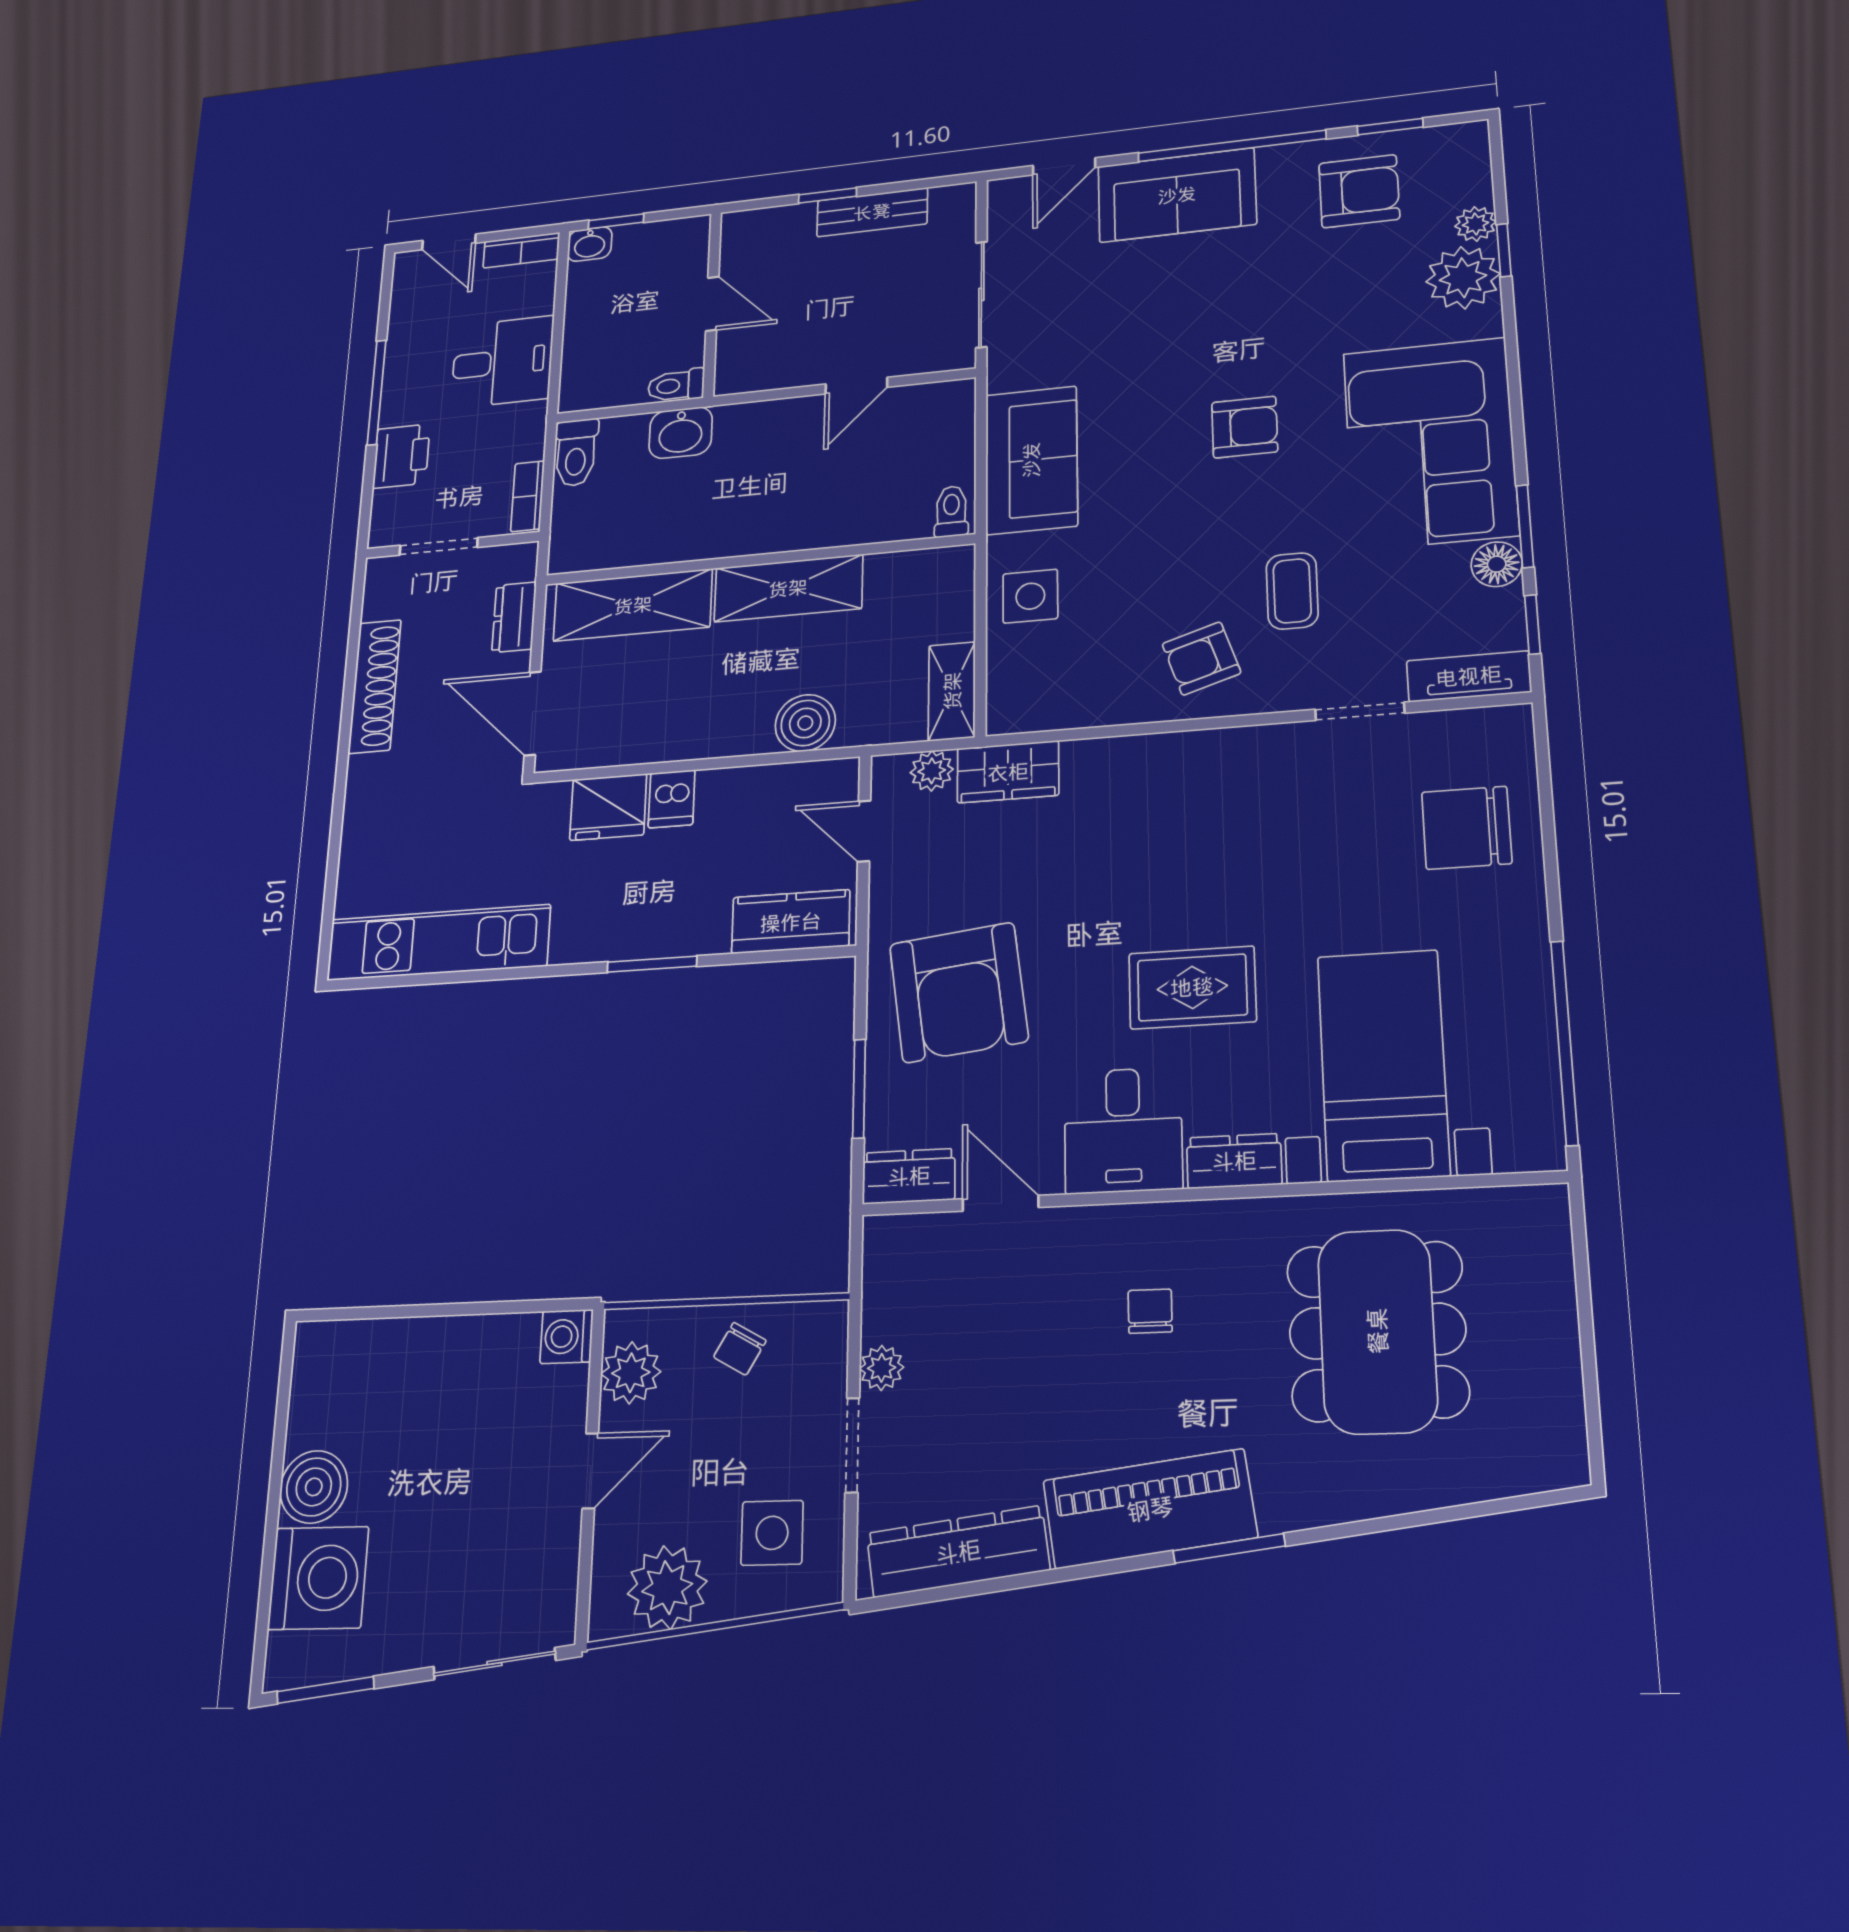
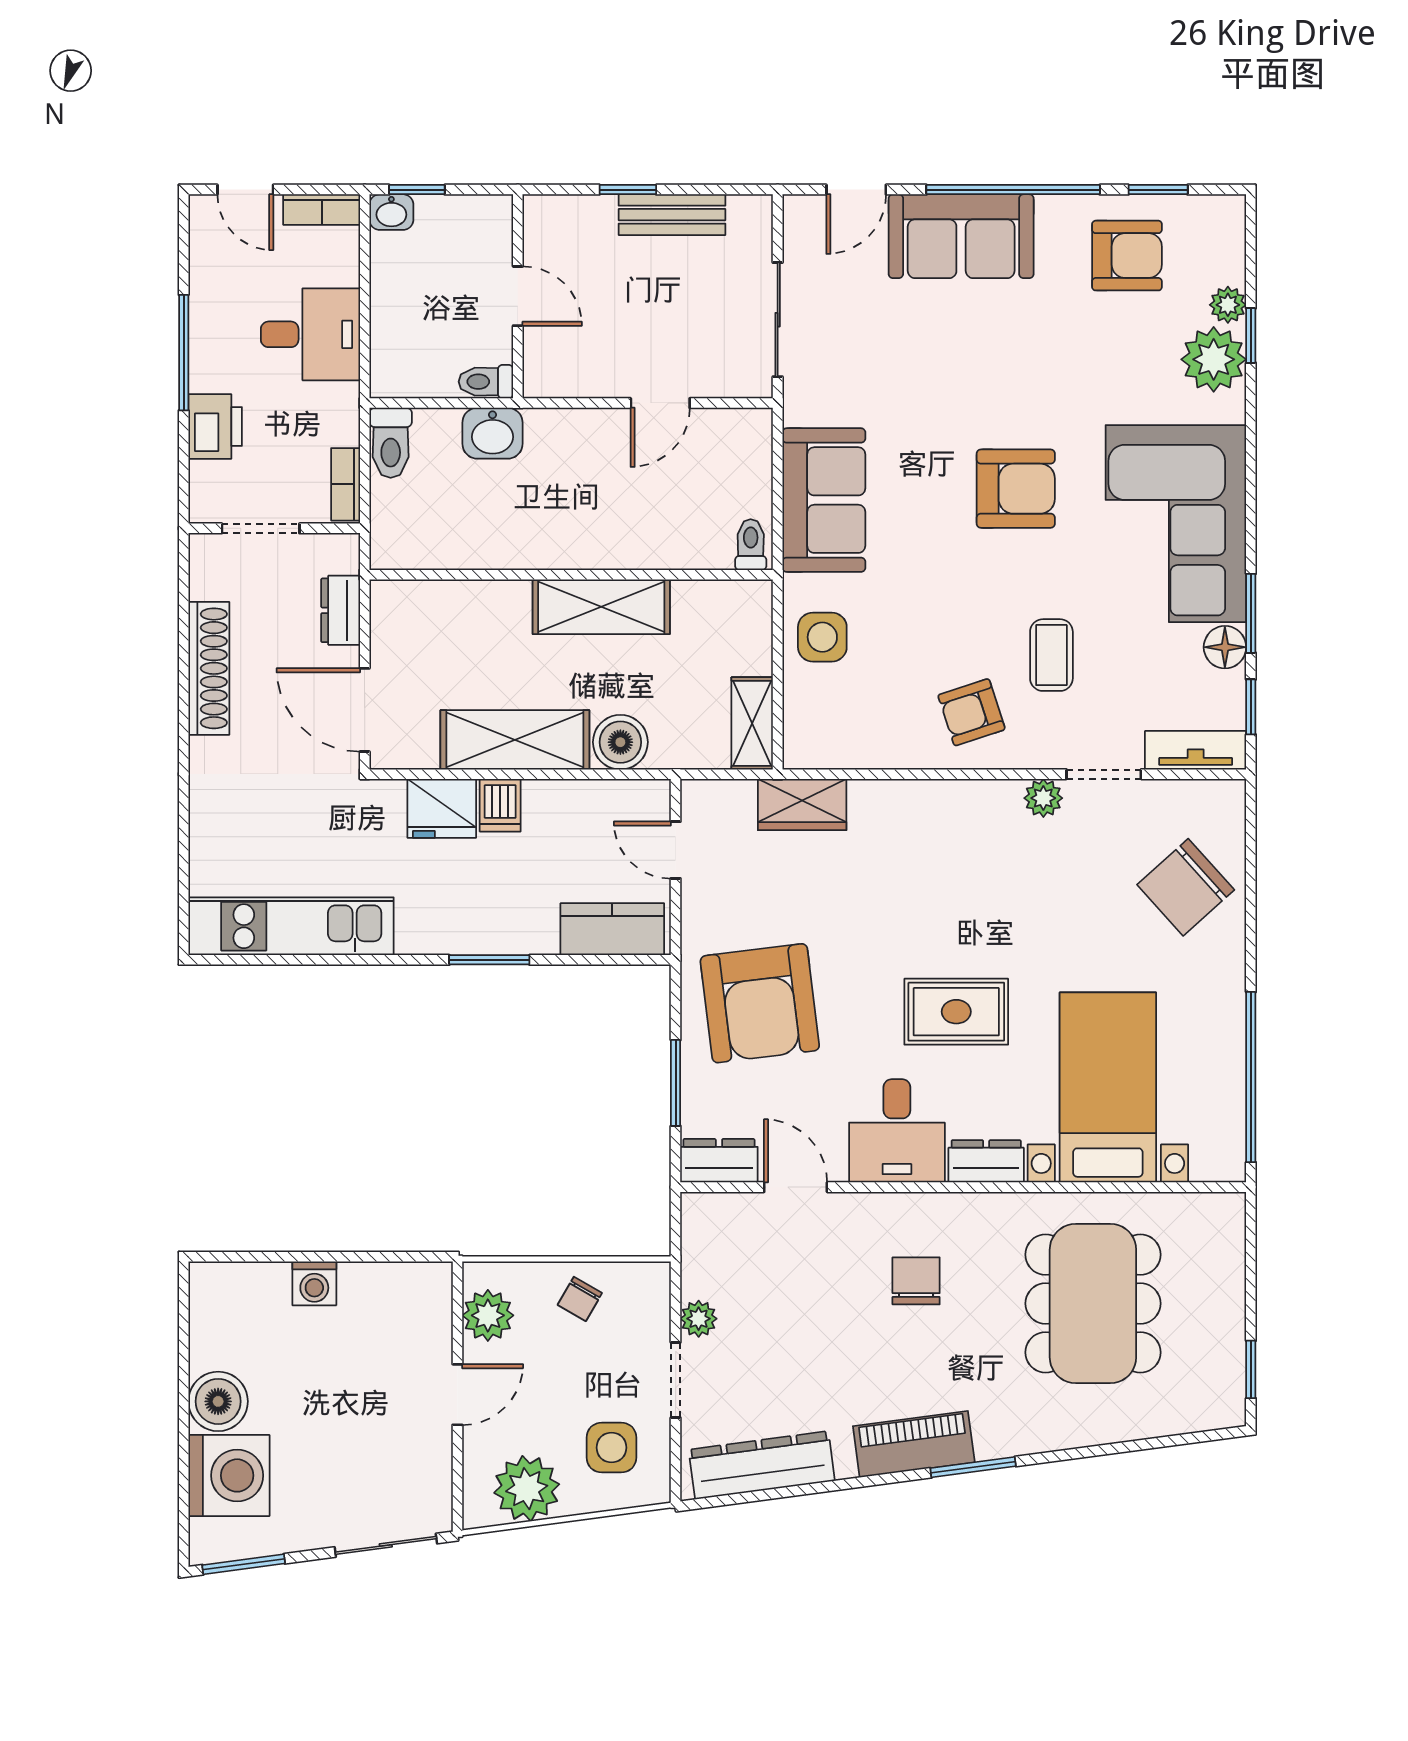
armchair: (1245, 427) -> (1016, 489), width x1.38, depth x1.38
shelving: (633, 605) -> (515, 740), moved
plant: (932, 771) -> (1043, 798), moved
chair: (1467, 828) -> (1186, 887), turned -42
chair: (1150, 1311) -> (916, 1281), width x1.37, depth x1.37
washing machine: (567, 1336) -> (314, 1283), moved, turned -90
window: (1592, 1410) -> (1251, 1369), added
piano: (1150, 1509) -> (914, 1444), width x0.73, depth x0.75

